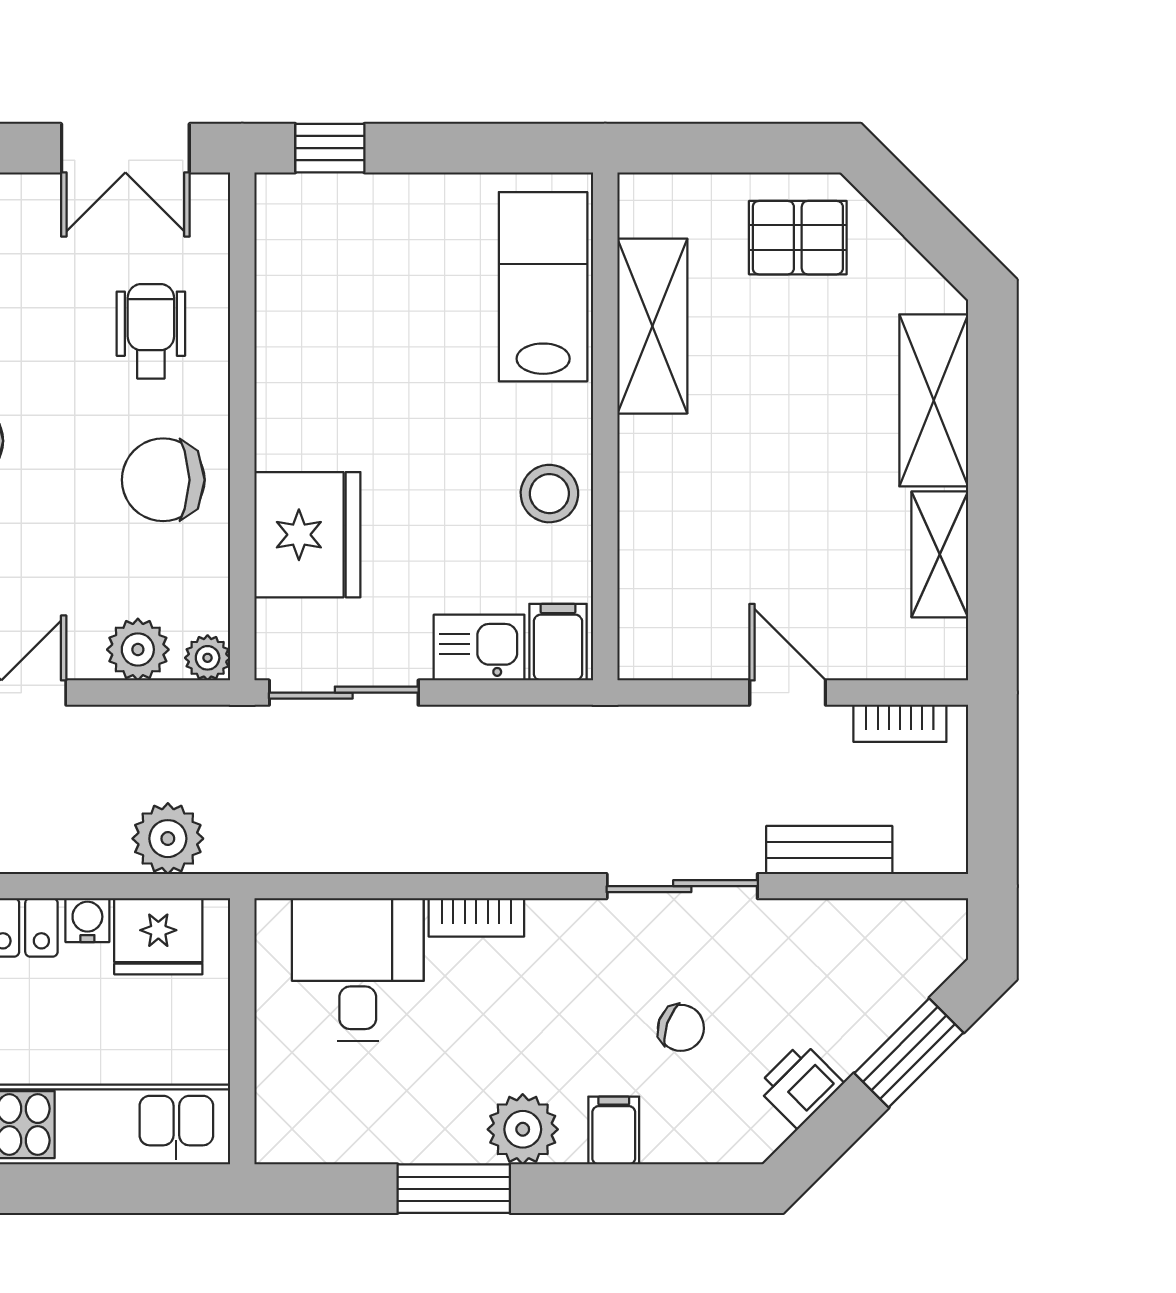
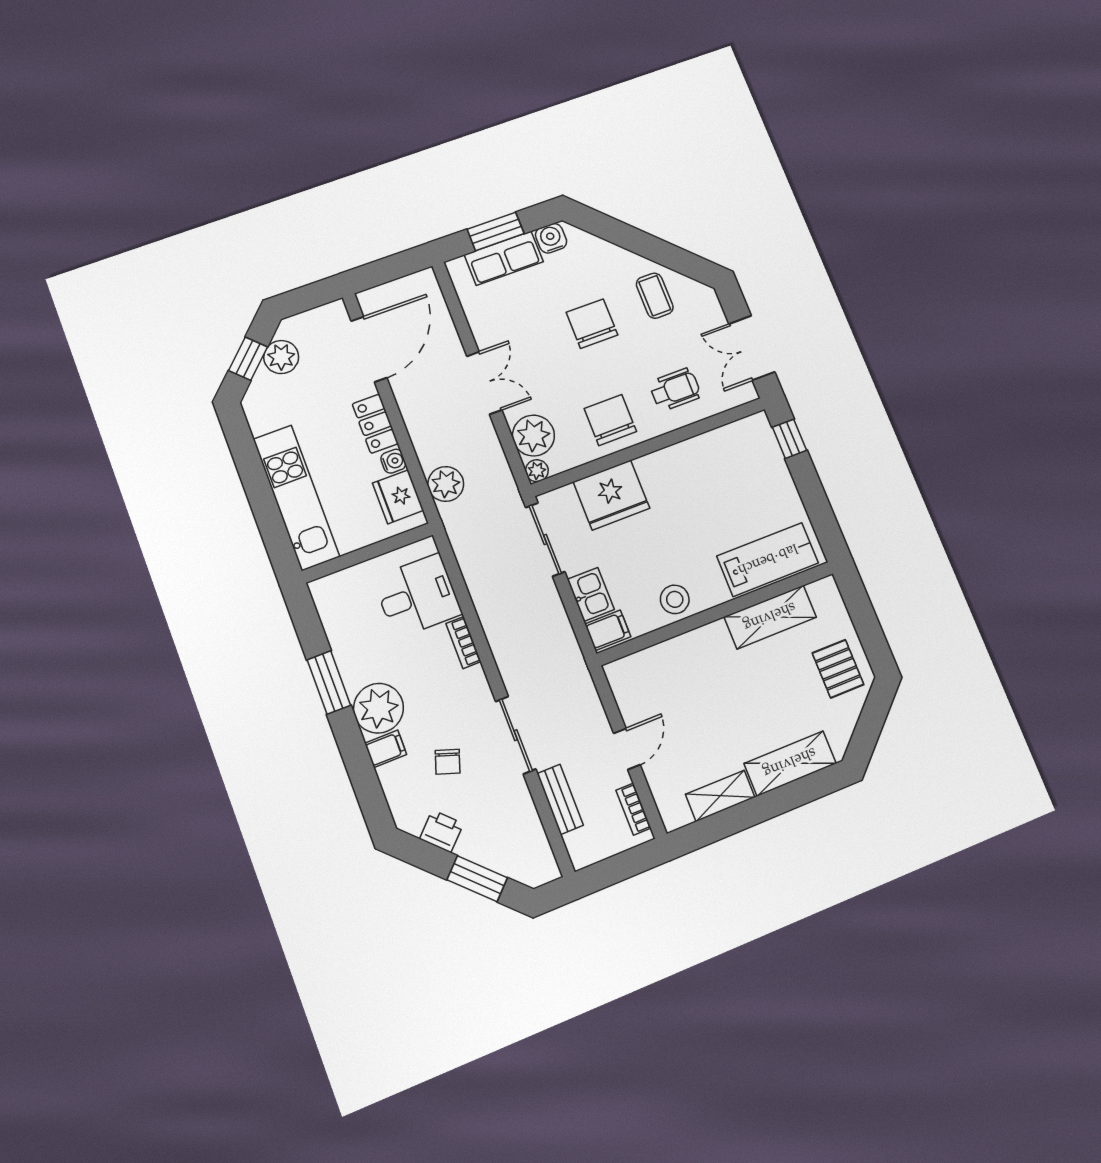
plant: (138, 650) -> (533, 436), width x1.36, depth x1.36
plant: (523, 1129) -> (378, 708), width x1.36, depth x1.36

